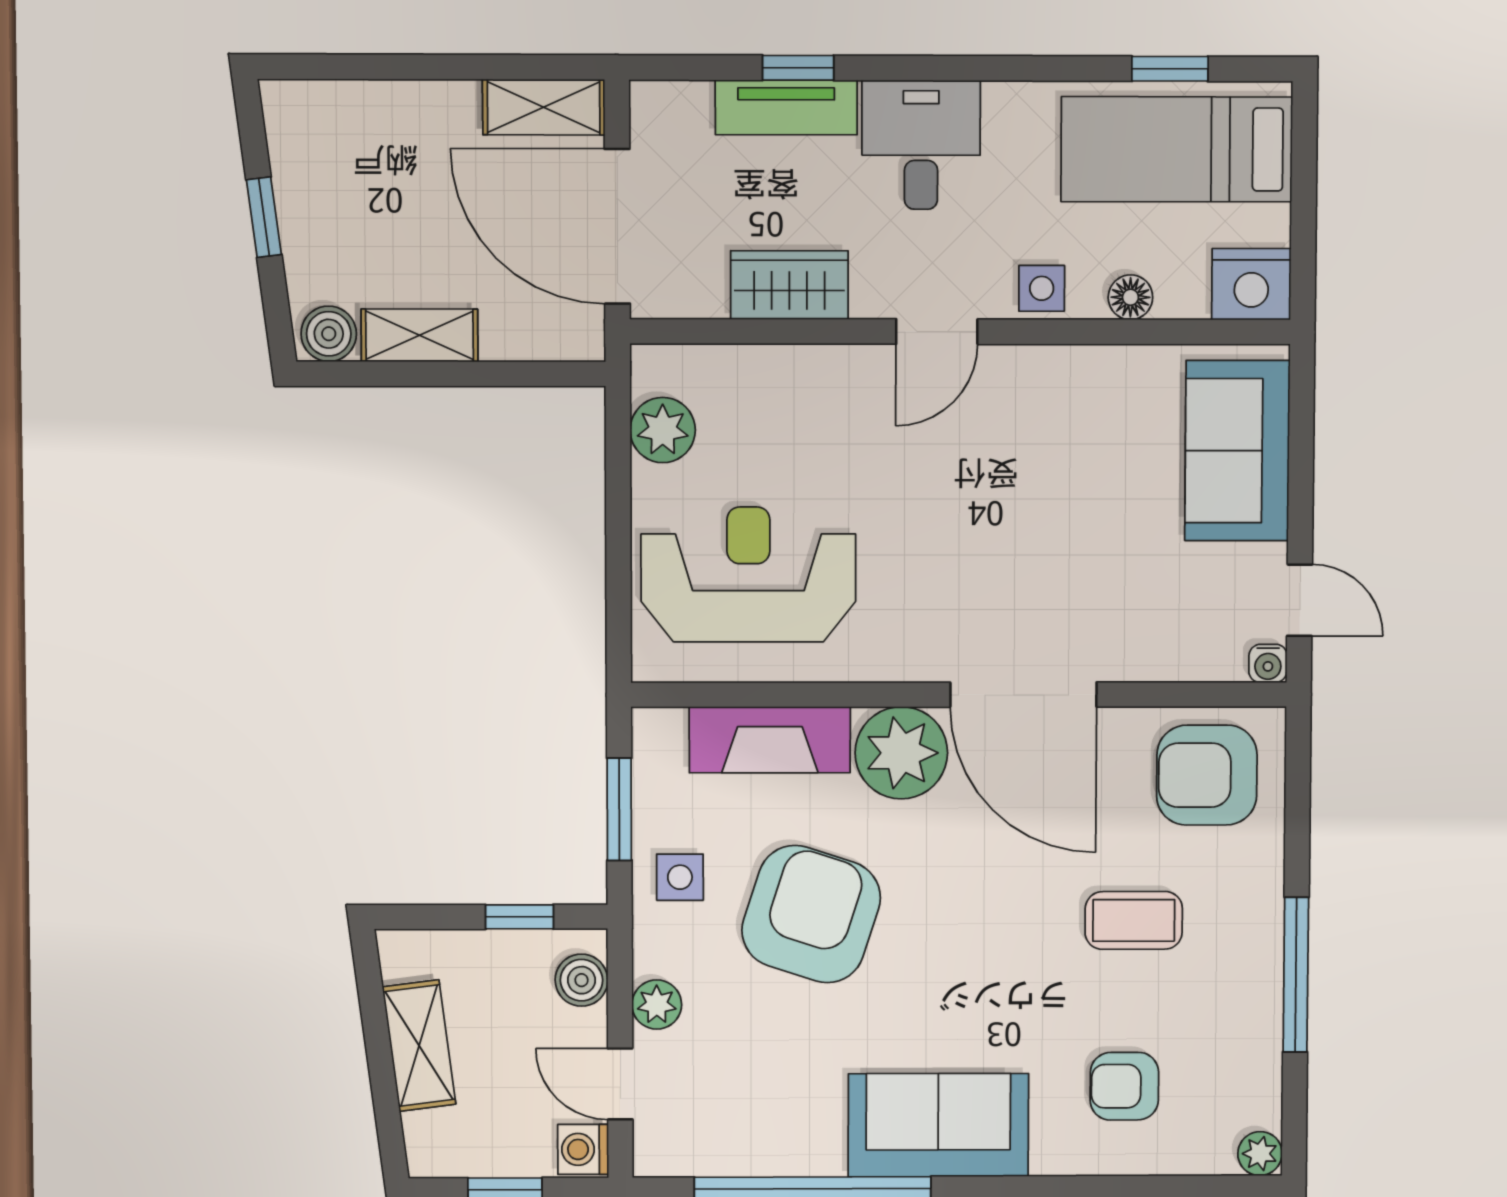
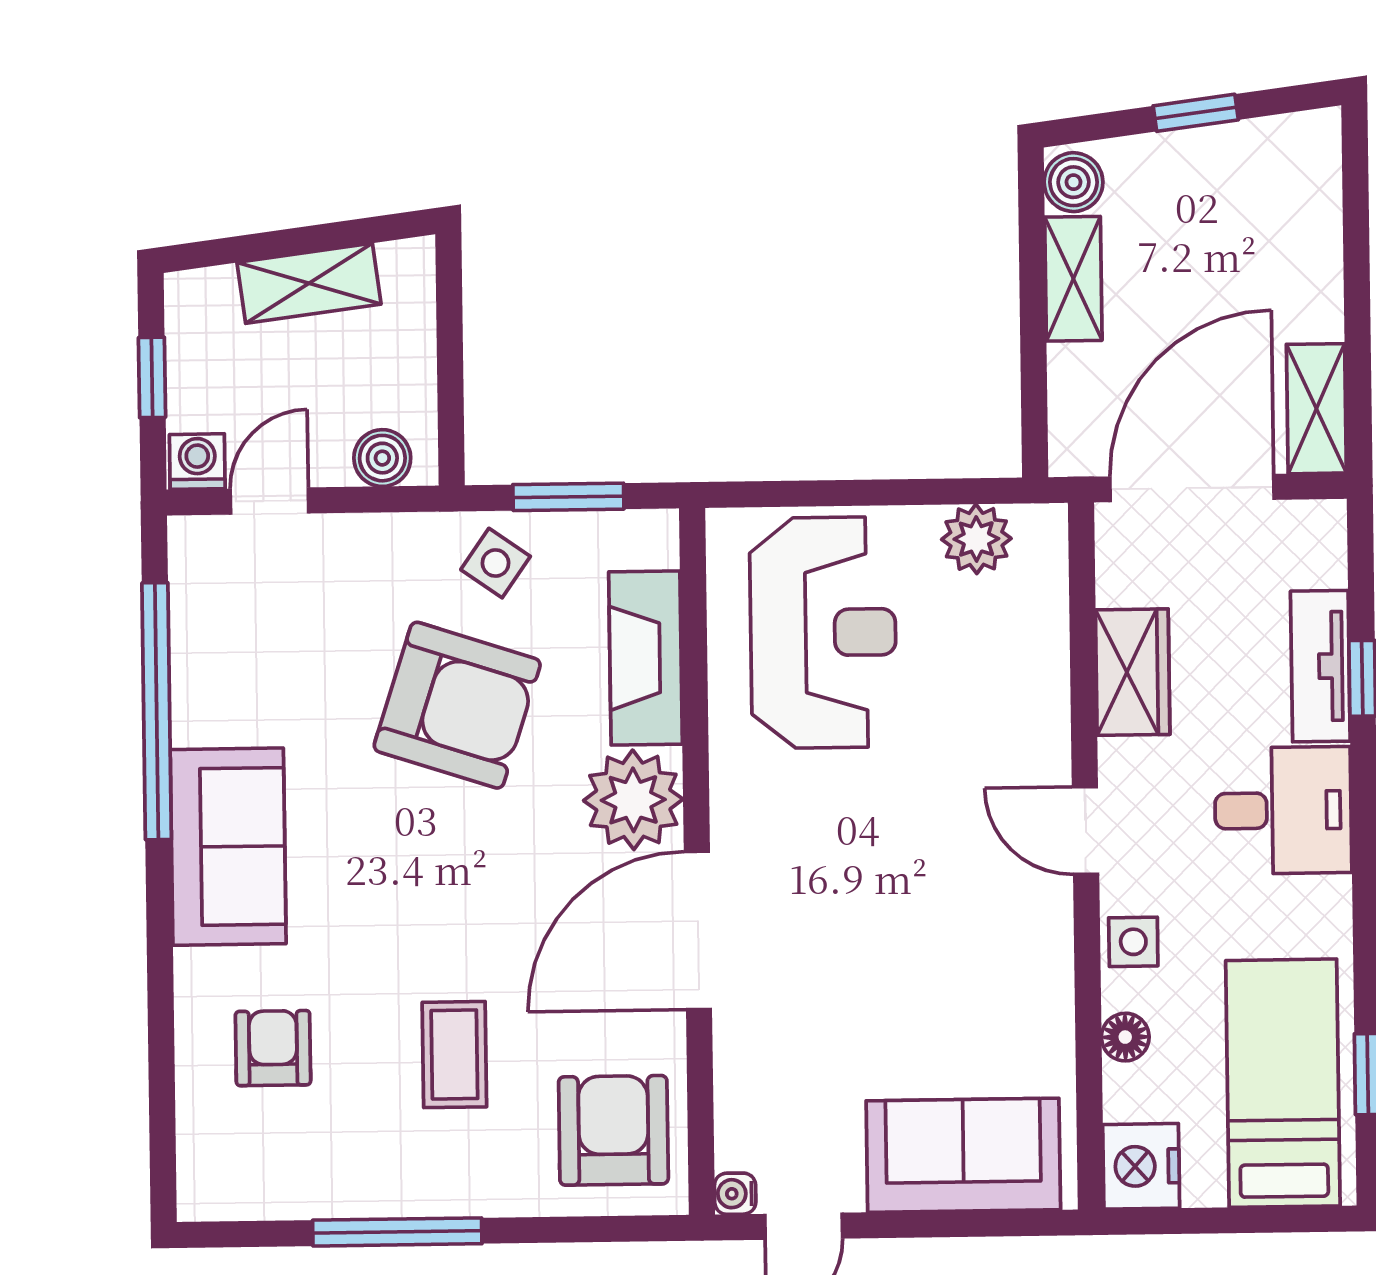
side table: (680, 877) -> (496, 563), turned 35
window: (519, 917) -> (450, 391), removed
plant: (657, 1005) -> (357, 540), removed
plant: (1260, 1154) -> (201, 1197), removed

